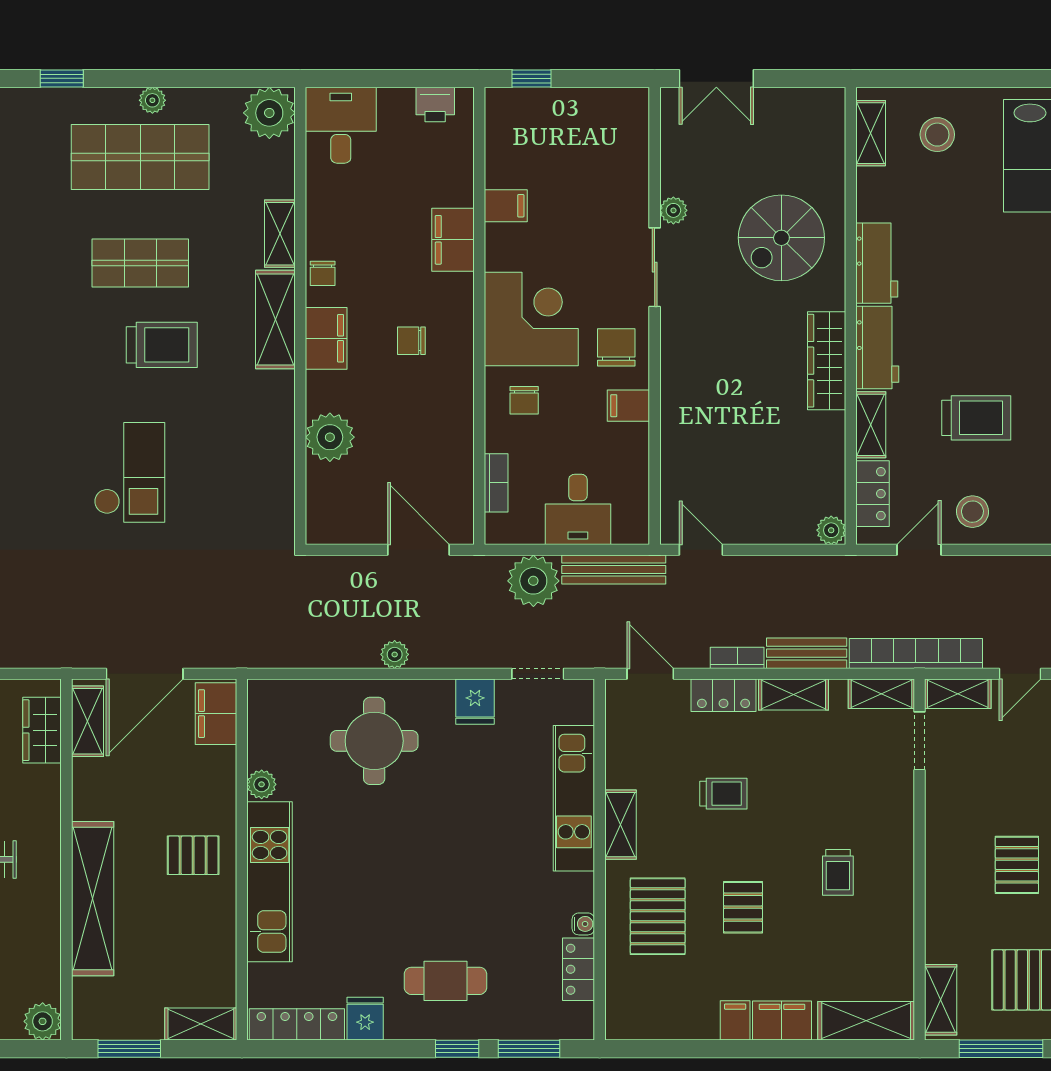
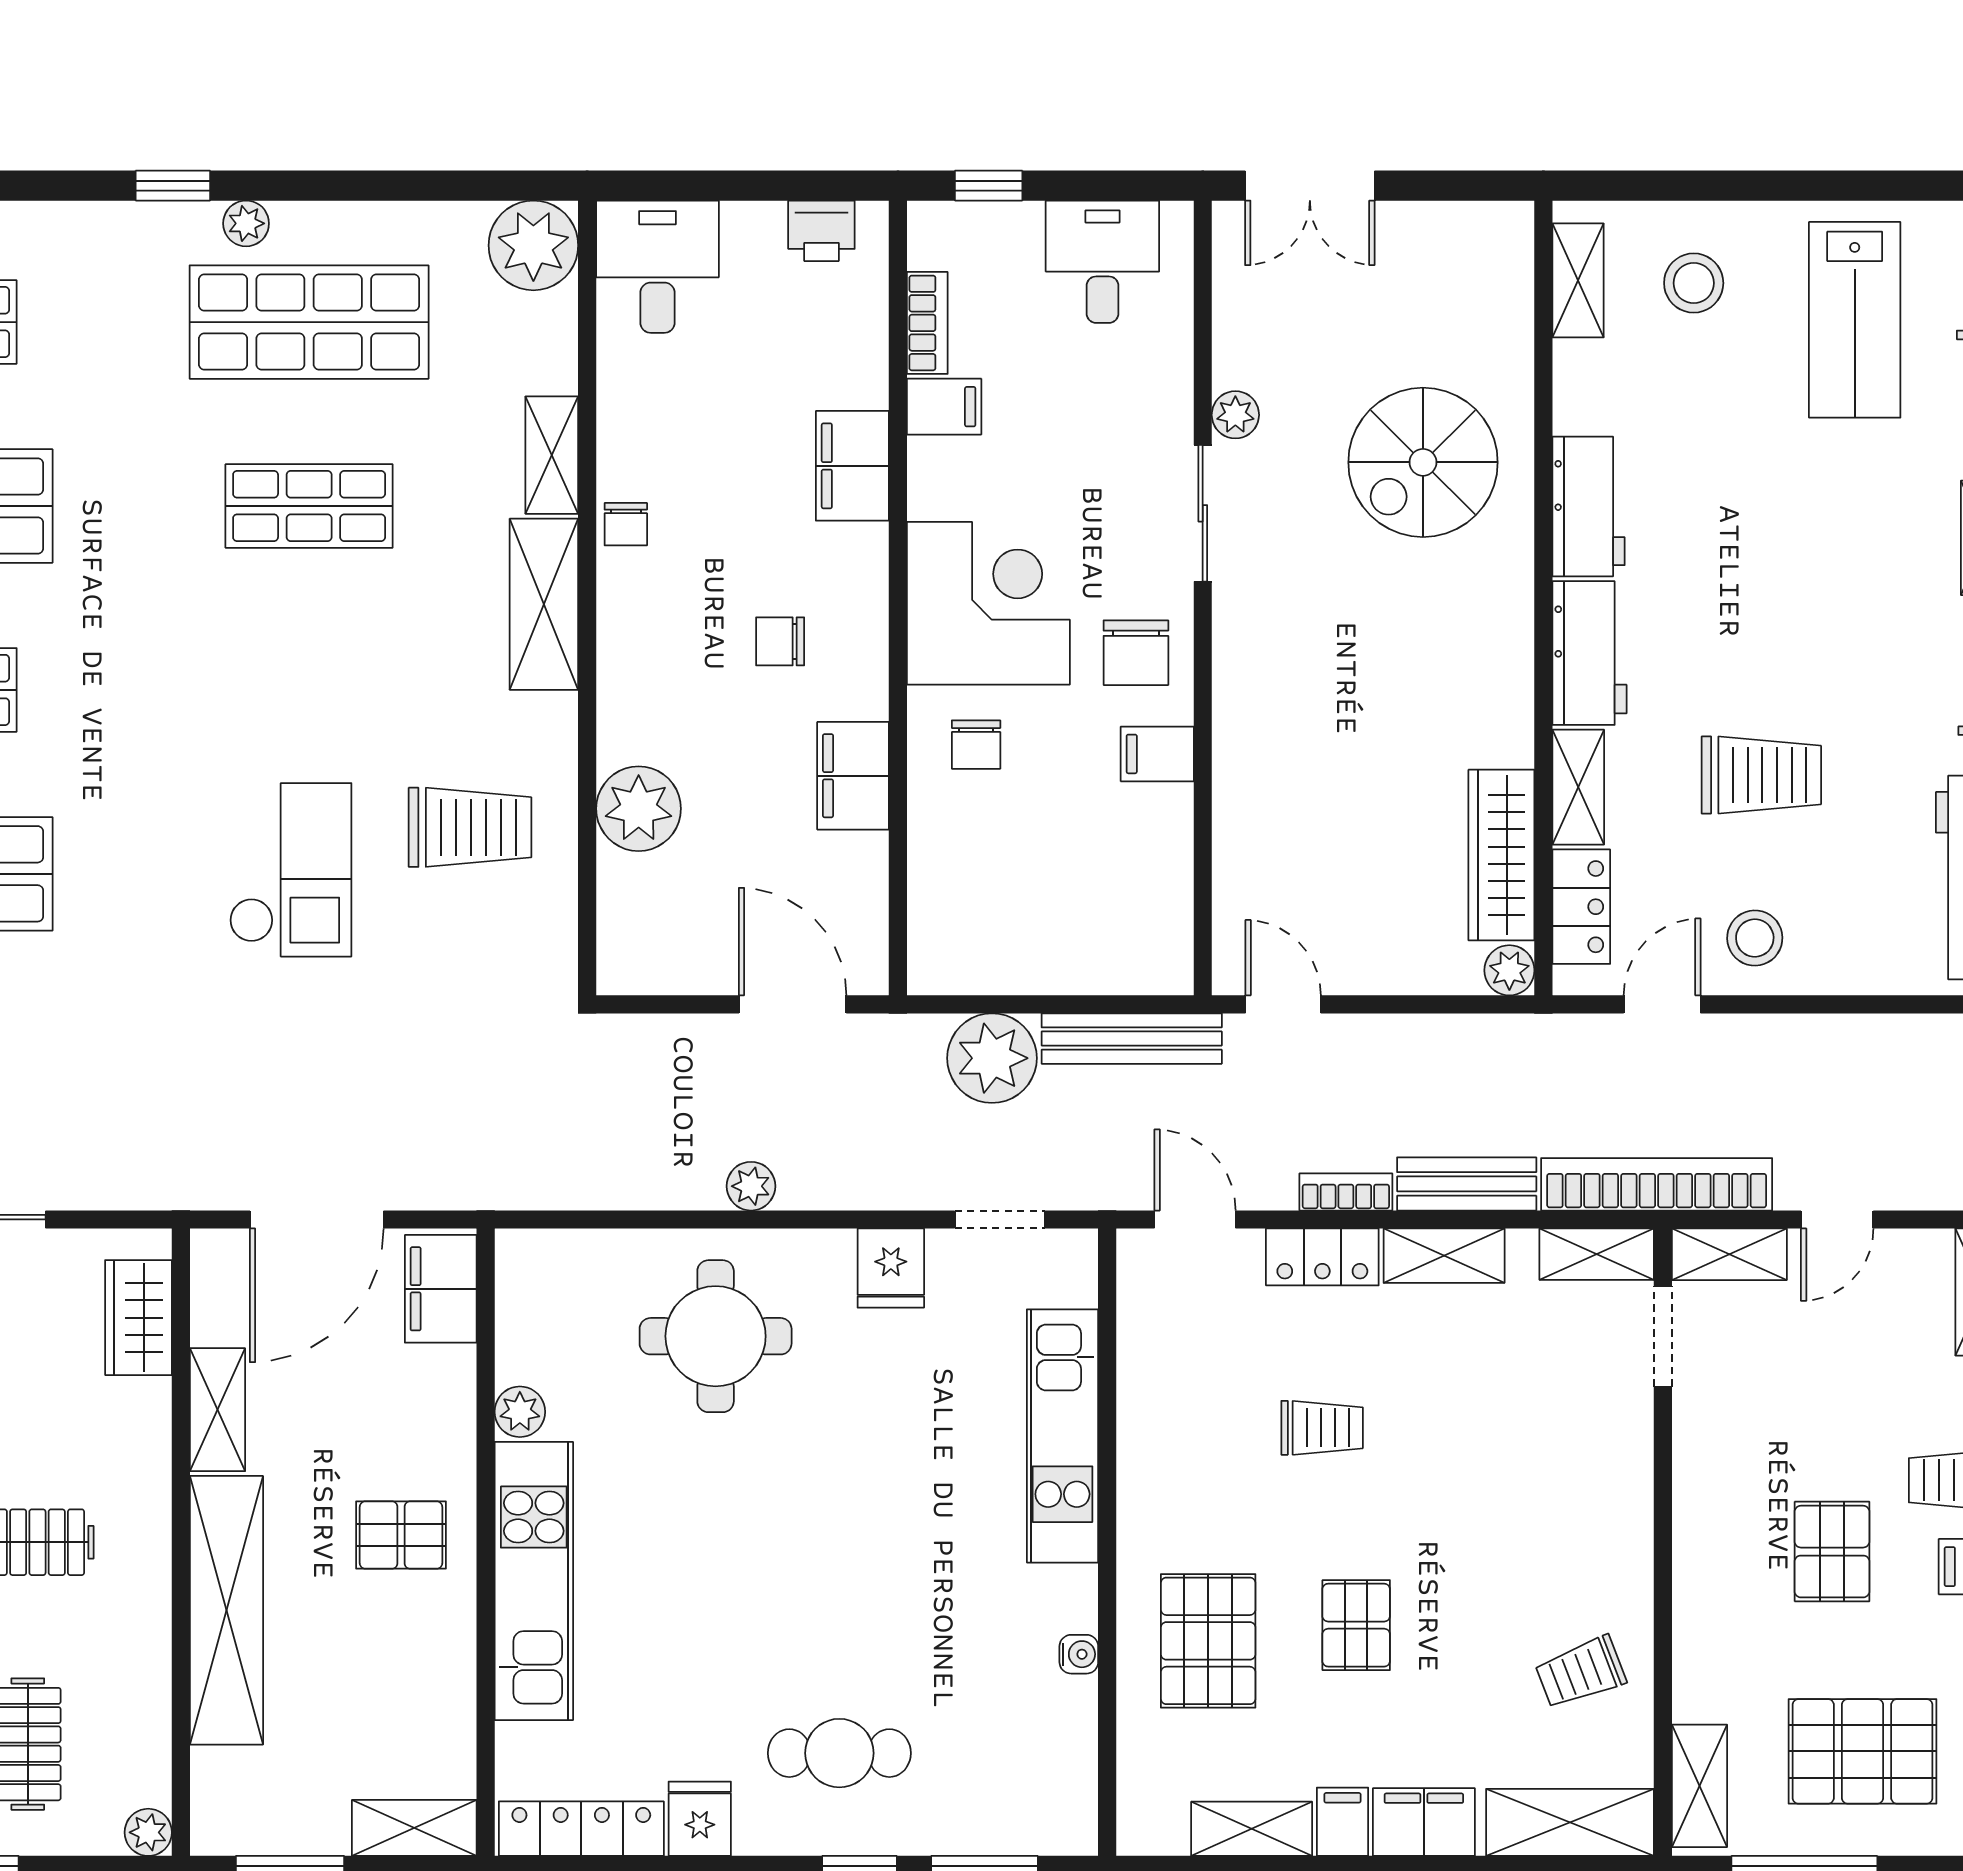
plant: (152, 100) -> (246, 223), moved
filing cabinet: (326, 338) -> (853, 776), moved, turned 180
trolley: (162, 345) -> (470, 827), moved
chair: (616, 347) -> (1136, 653), turned 180
wardrobe: (827, 361) -> (1501, 855), moved
bookcase: (496, 483) -> (927, 323), moved
desk: (578, 509) -> (1102, 262), moved, turned 180
shelving: (87, 721) -> (217, 1410), moved
shelving: (620, 825) -> (1252, 1829), moved, turned 90
trolley: (838, 872) -> (1581, 1672), moved, turned 69
locker: (579, 969) -> (1071, 1733), removed
plant: (43, 1021) -> (148, 1832), width x0.73, depth x0.73

